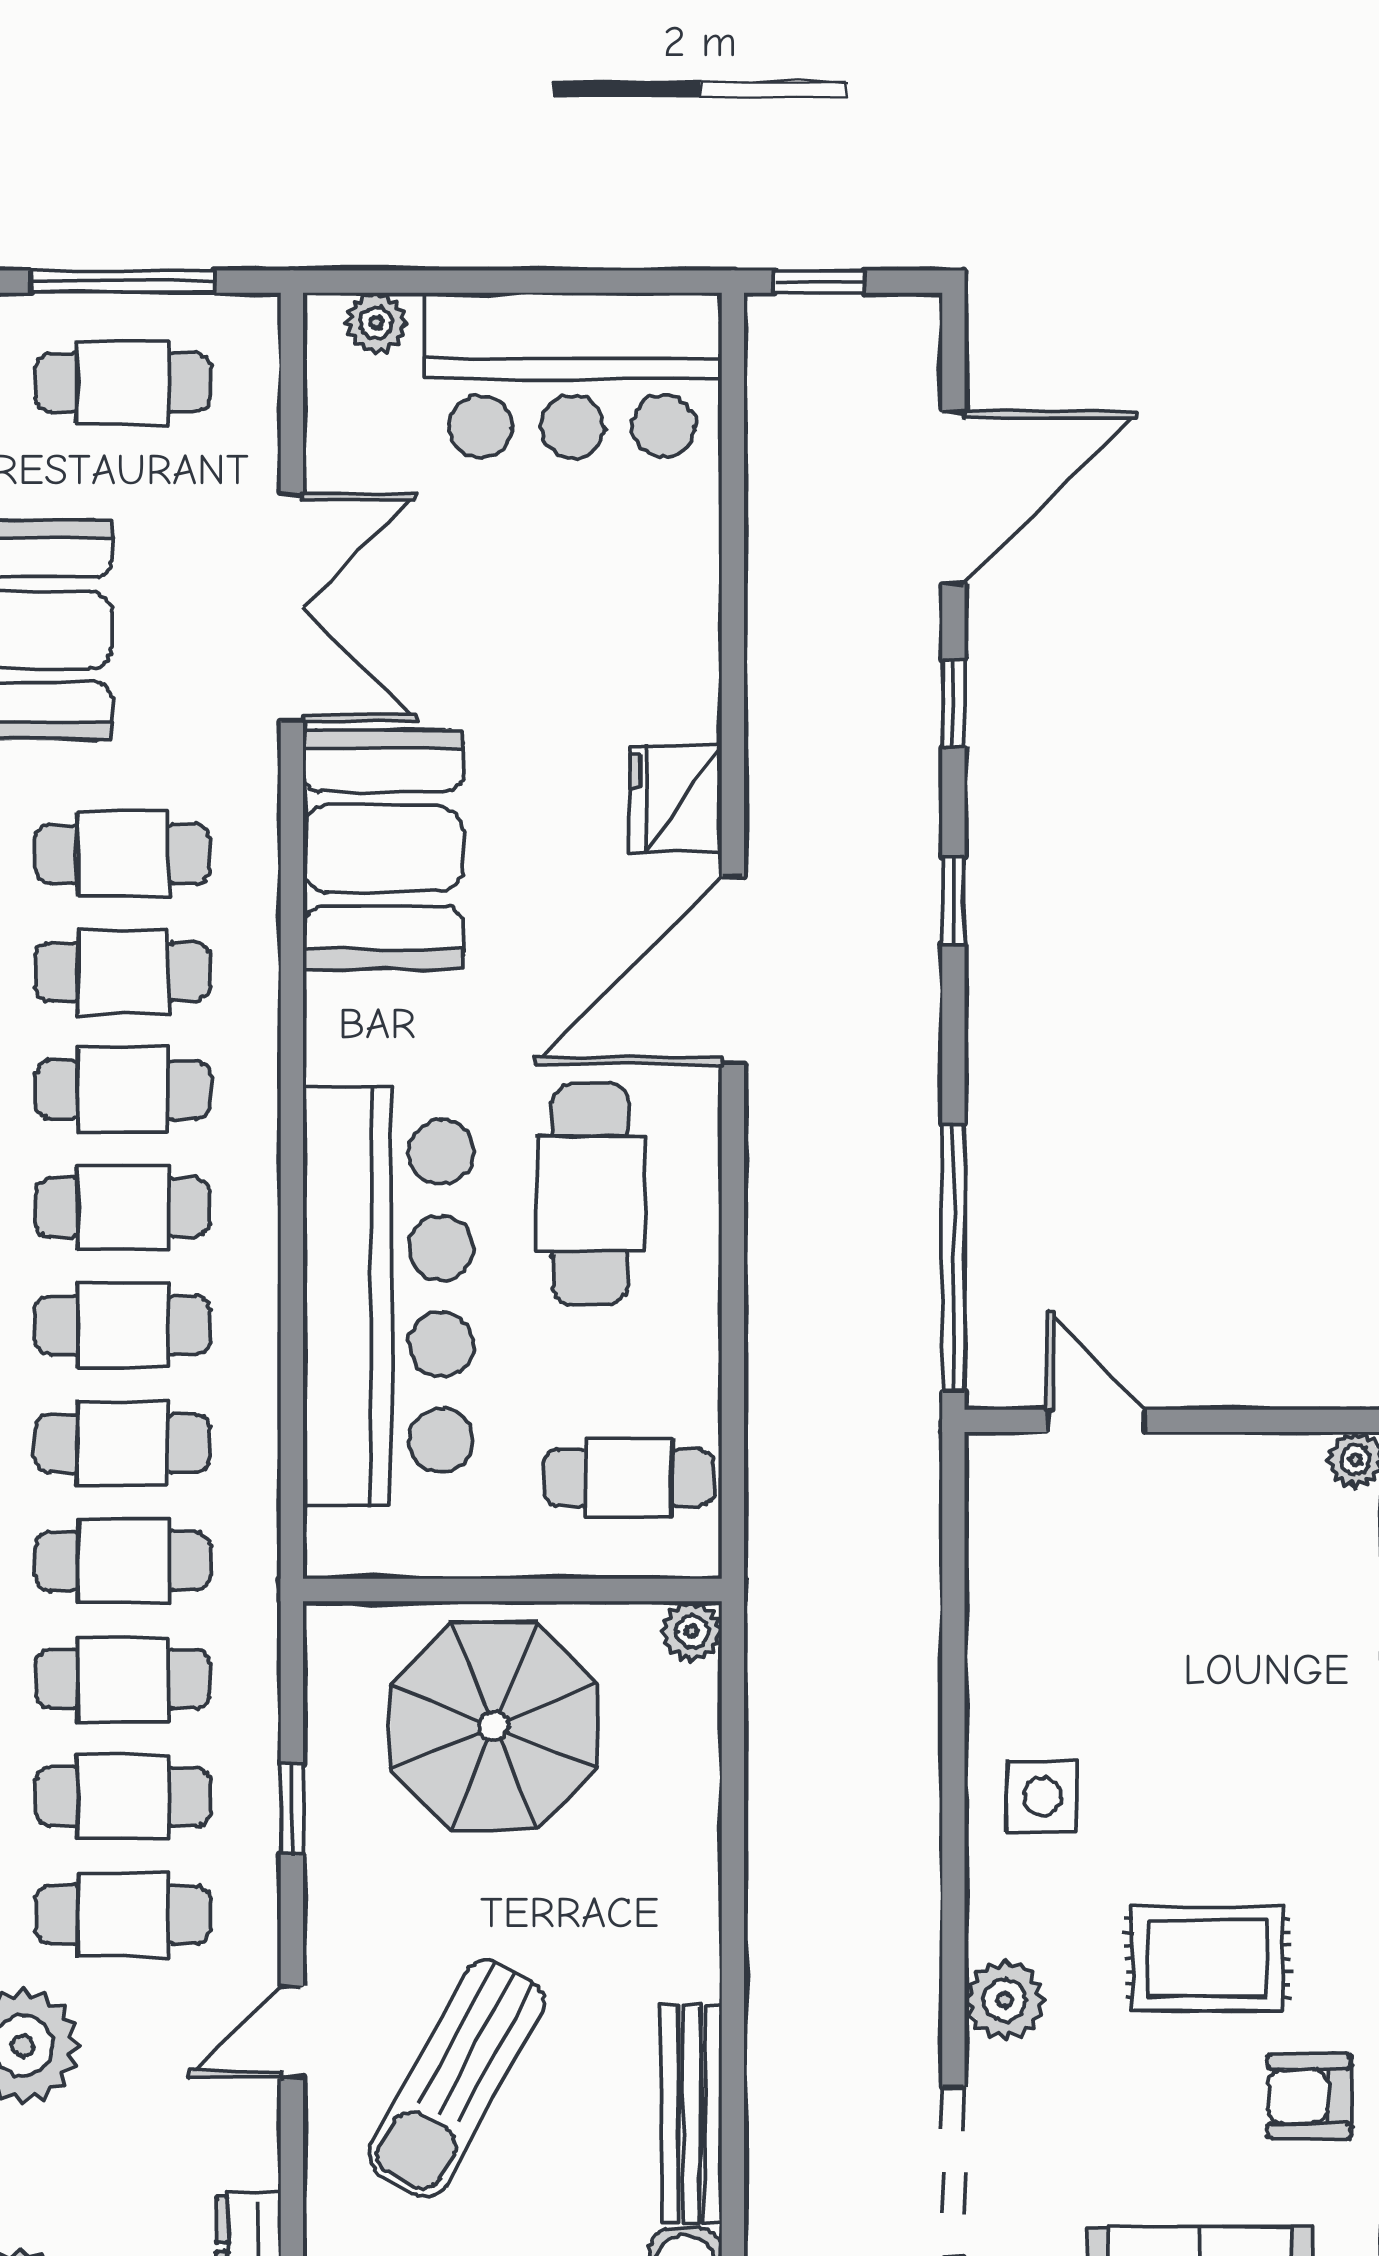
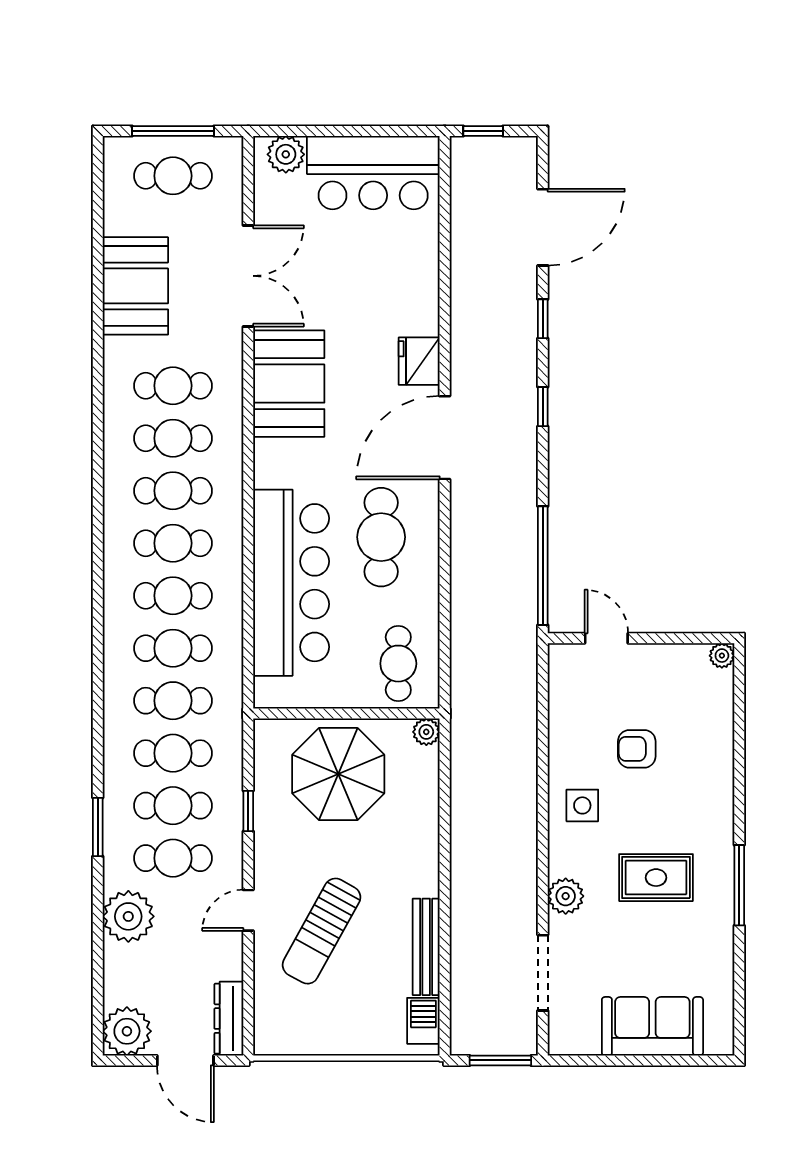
plant: (376, 323) -> (286, 154), width x1.38, depth x1.38
cafe table: (629, 1478) -> (398, 664), turned 90
armchair: (1309, 2096) -> (637, 749), moved

